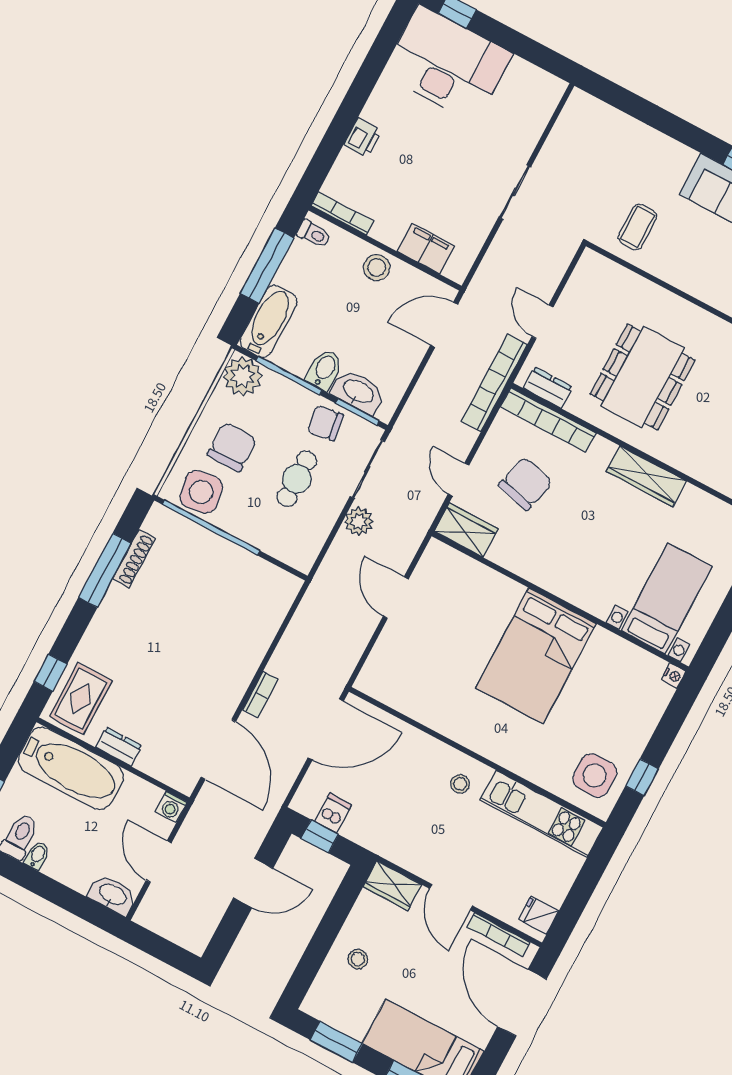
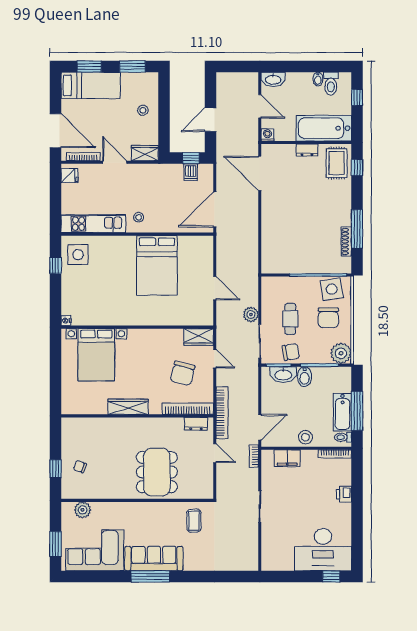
bathtub: (269, 321) -> (342, 412), moved
dining table: (643, 377) -> (157, 472), moved
bed with nightstands: (667, 599) -> (96, 355), width x1.36
bed: (536, 656) -> (157, 265), moved, turned 180
bookcase: (260, 695) -> (254, 456), moved

